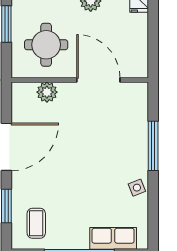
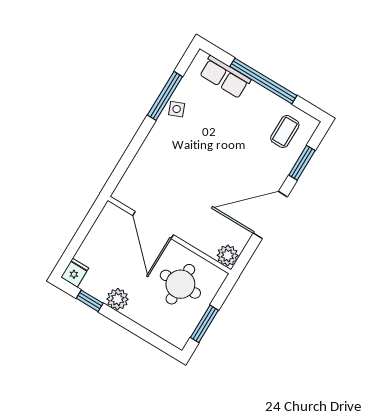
plant: (47, 92) -> (228, 255), moved
window: (153, 146) -> (165, 96), moved

